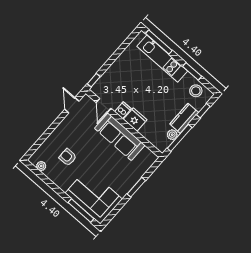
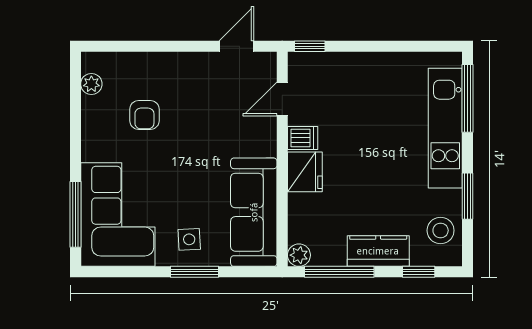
plant: (172, 135) -> (299, 255), moved
sofa: (120, 137) -> (254, 212), moved
armchair: (68, 157) -> (144, 115), turned 180
side table: (123, 179) -> (189, 239), added

